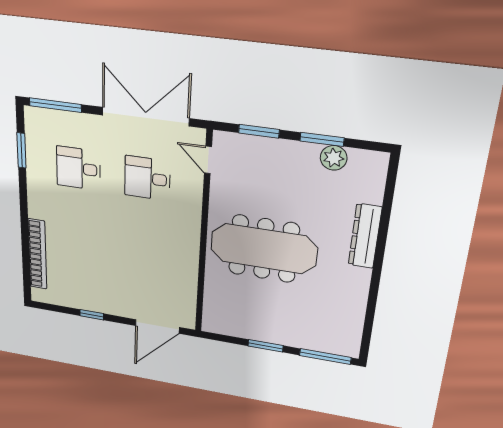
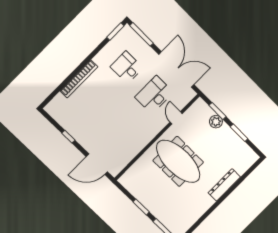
window: (21, 150) -> (115, 31), moved
plant: (334, 158) -> (216, 122), moved
door: (208, 160) -> (176, 118), moved
desk: (147, 178) -> (154, 95), width x1.37
bookcase: (37, 254) -> (79, 79), moved

